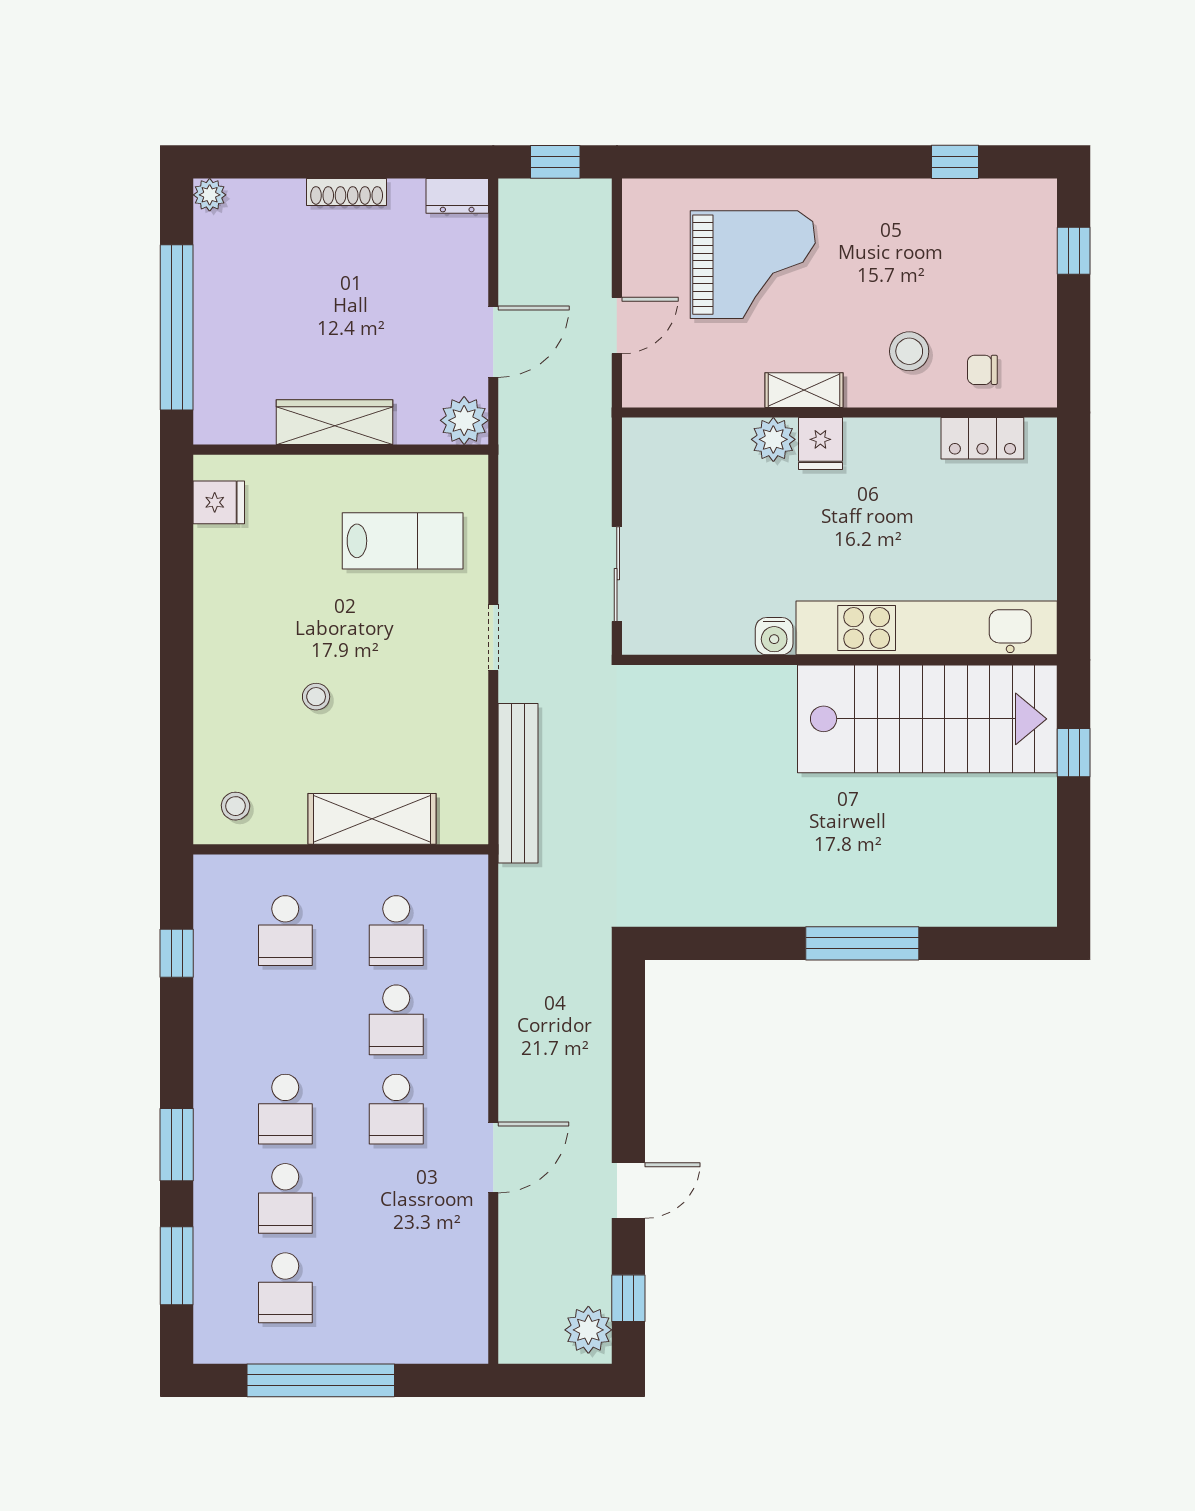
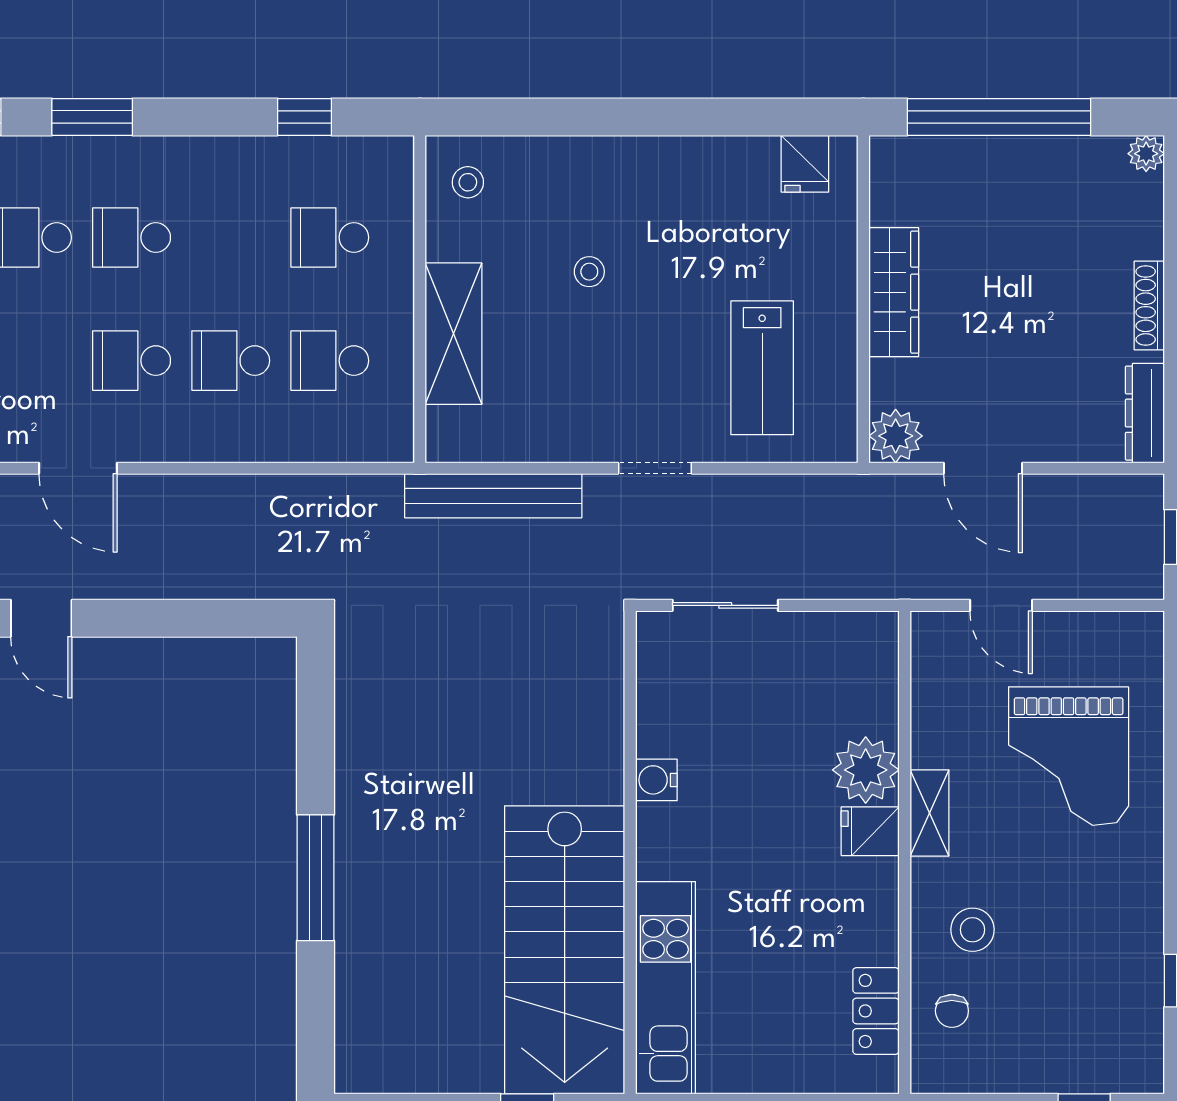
dresser: (457, 196) -> (1145, 413), width x1.44
chair: (982, 370) -> (952, 1011), turned 180
plant: (773, 439) -> (866, 770), width x1.36, depth x1.36
kitchen unit: (927, 628) -> (666, 988), width x0.73

